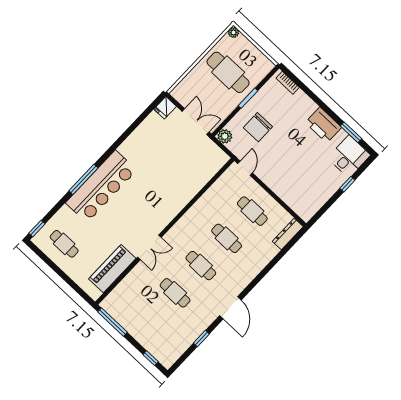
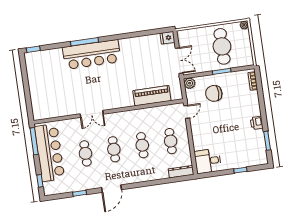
printer: (323, 125) -> (257, 123), width x0.53, depth x0.68
desk: (349, 157) -> (208, 161), moved, turned 180
cafe table: (64, 244) -> (42, 71), removed
piano: (112, 269) -> (152, 96), moved
bar counter: (137, 321) -> (49, 153), added

